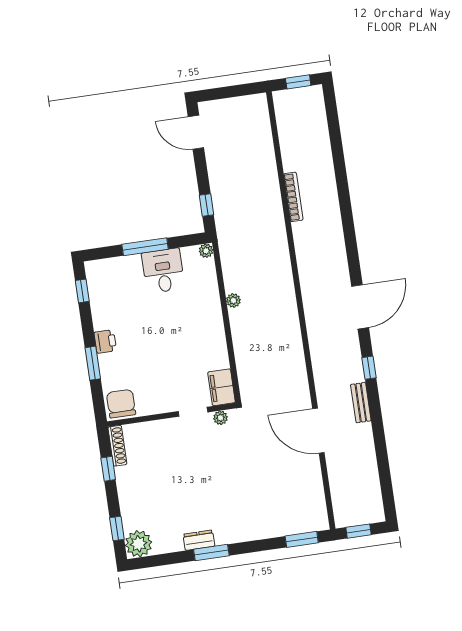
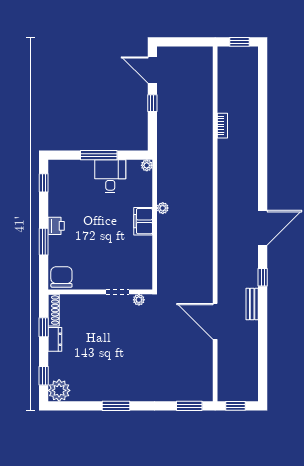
bookcase: (293, 197) -> (222, 126), width x0.64
window: (207, 205) -> (152, 103), moved
filing cabinet: (221, 387) -> (143, 221), moved
dresser: (199, 540) -> (55, 339), moved, turned 90

